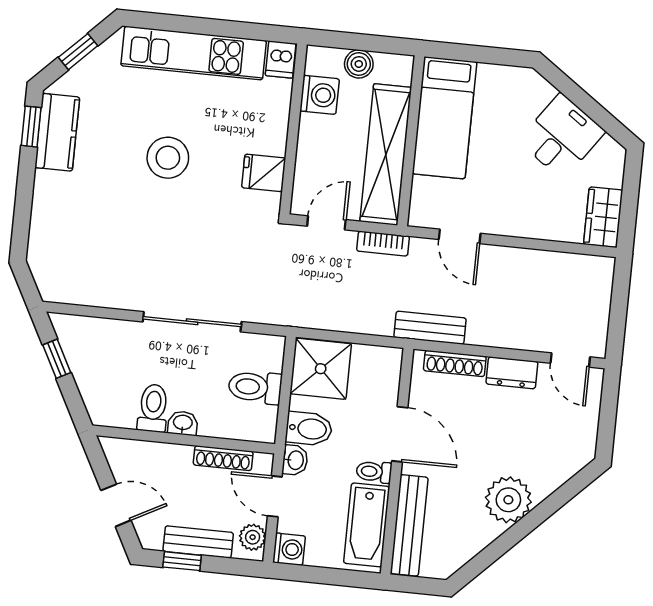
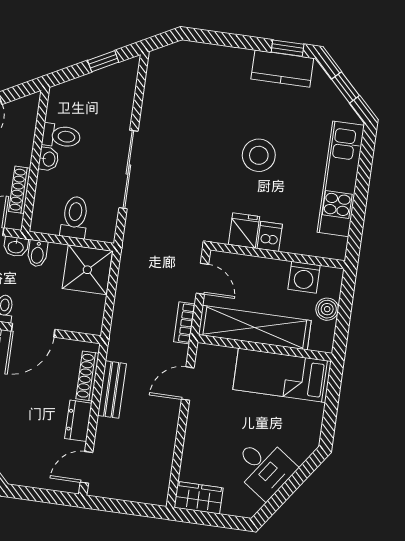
dishwasher: (281, 59) -> (270, 236), moved, turned 90
bench: (430, 328) -> (112, 390), moved
bidet: (309, 429) -> (37, 253), width x0.72, depth x0.74

